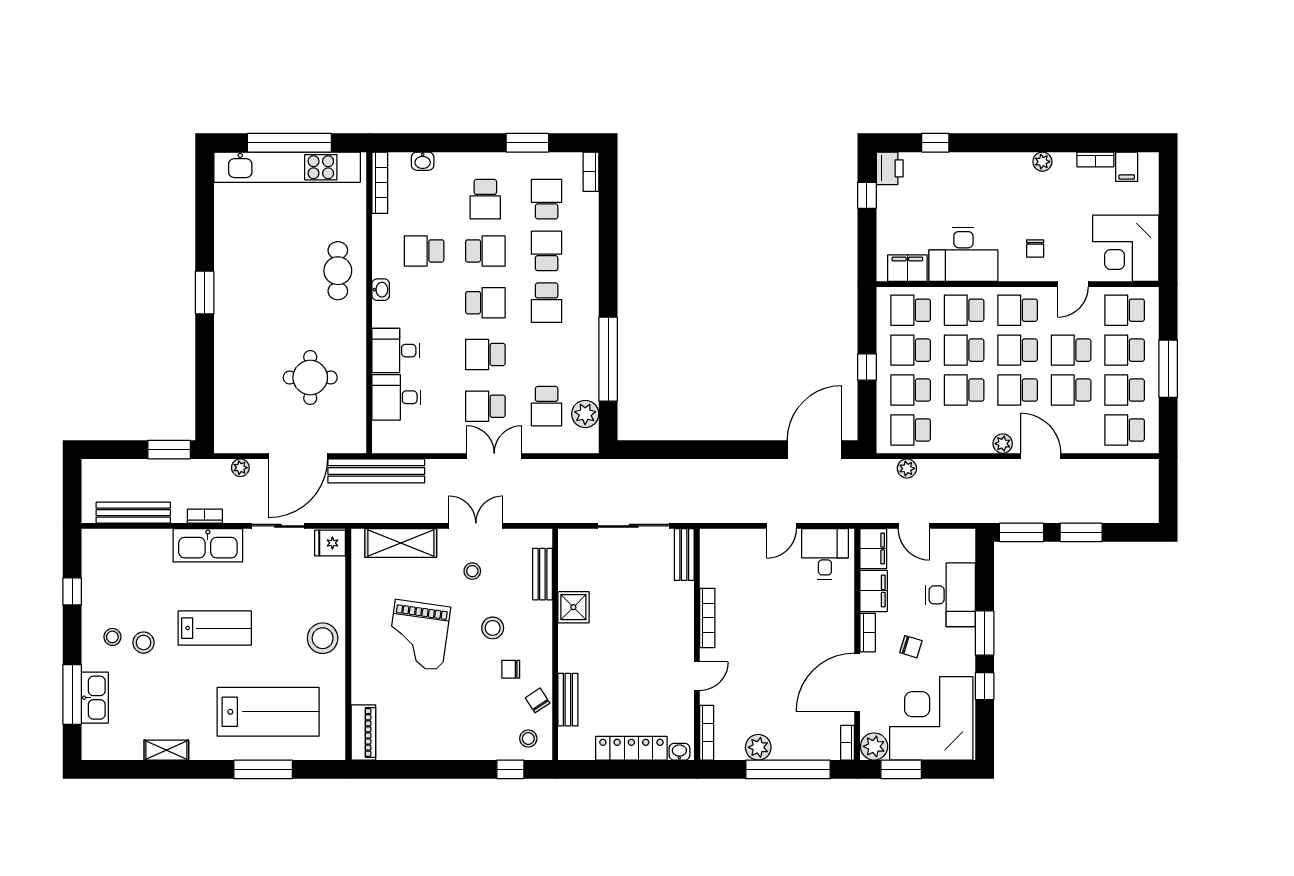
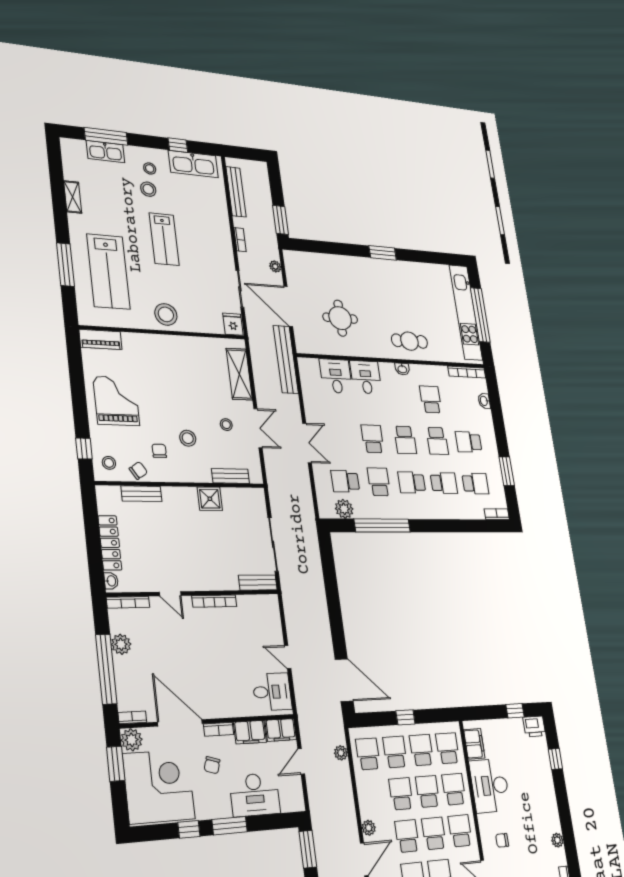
school desk: (485, 406) -> (379, 482), moved
kitchen sink: (208, 545) -> (193, 164), moved, turned -90
grand piano: (419, 635) -> (116, 401), moved, turned 82

